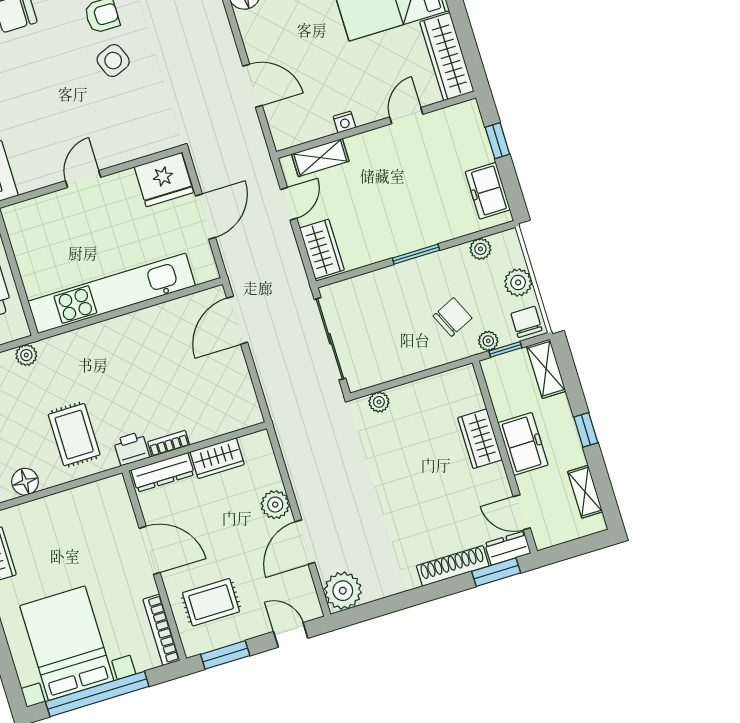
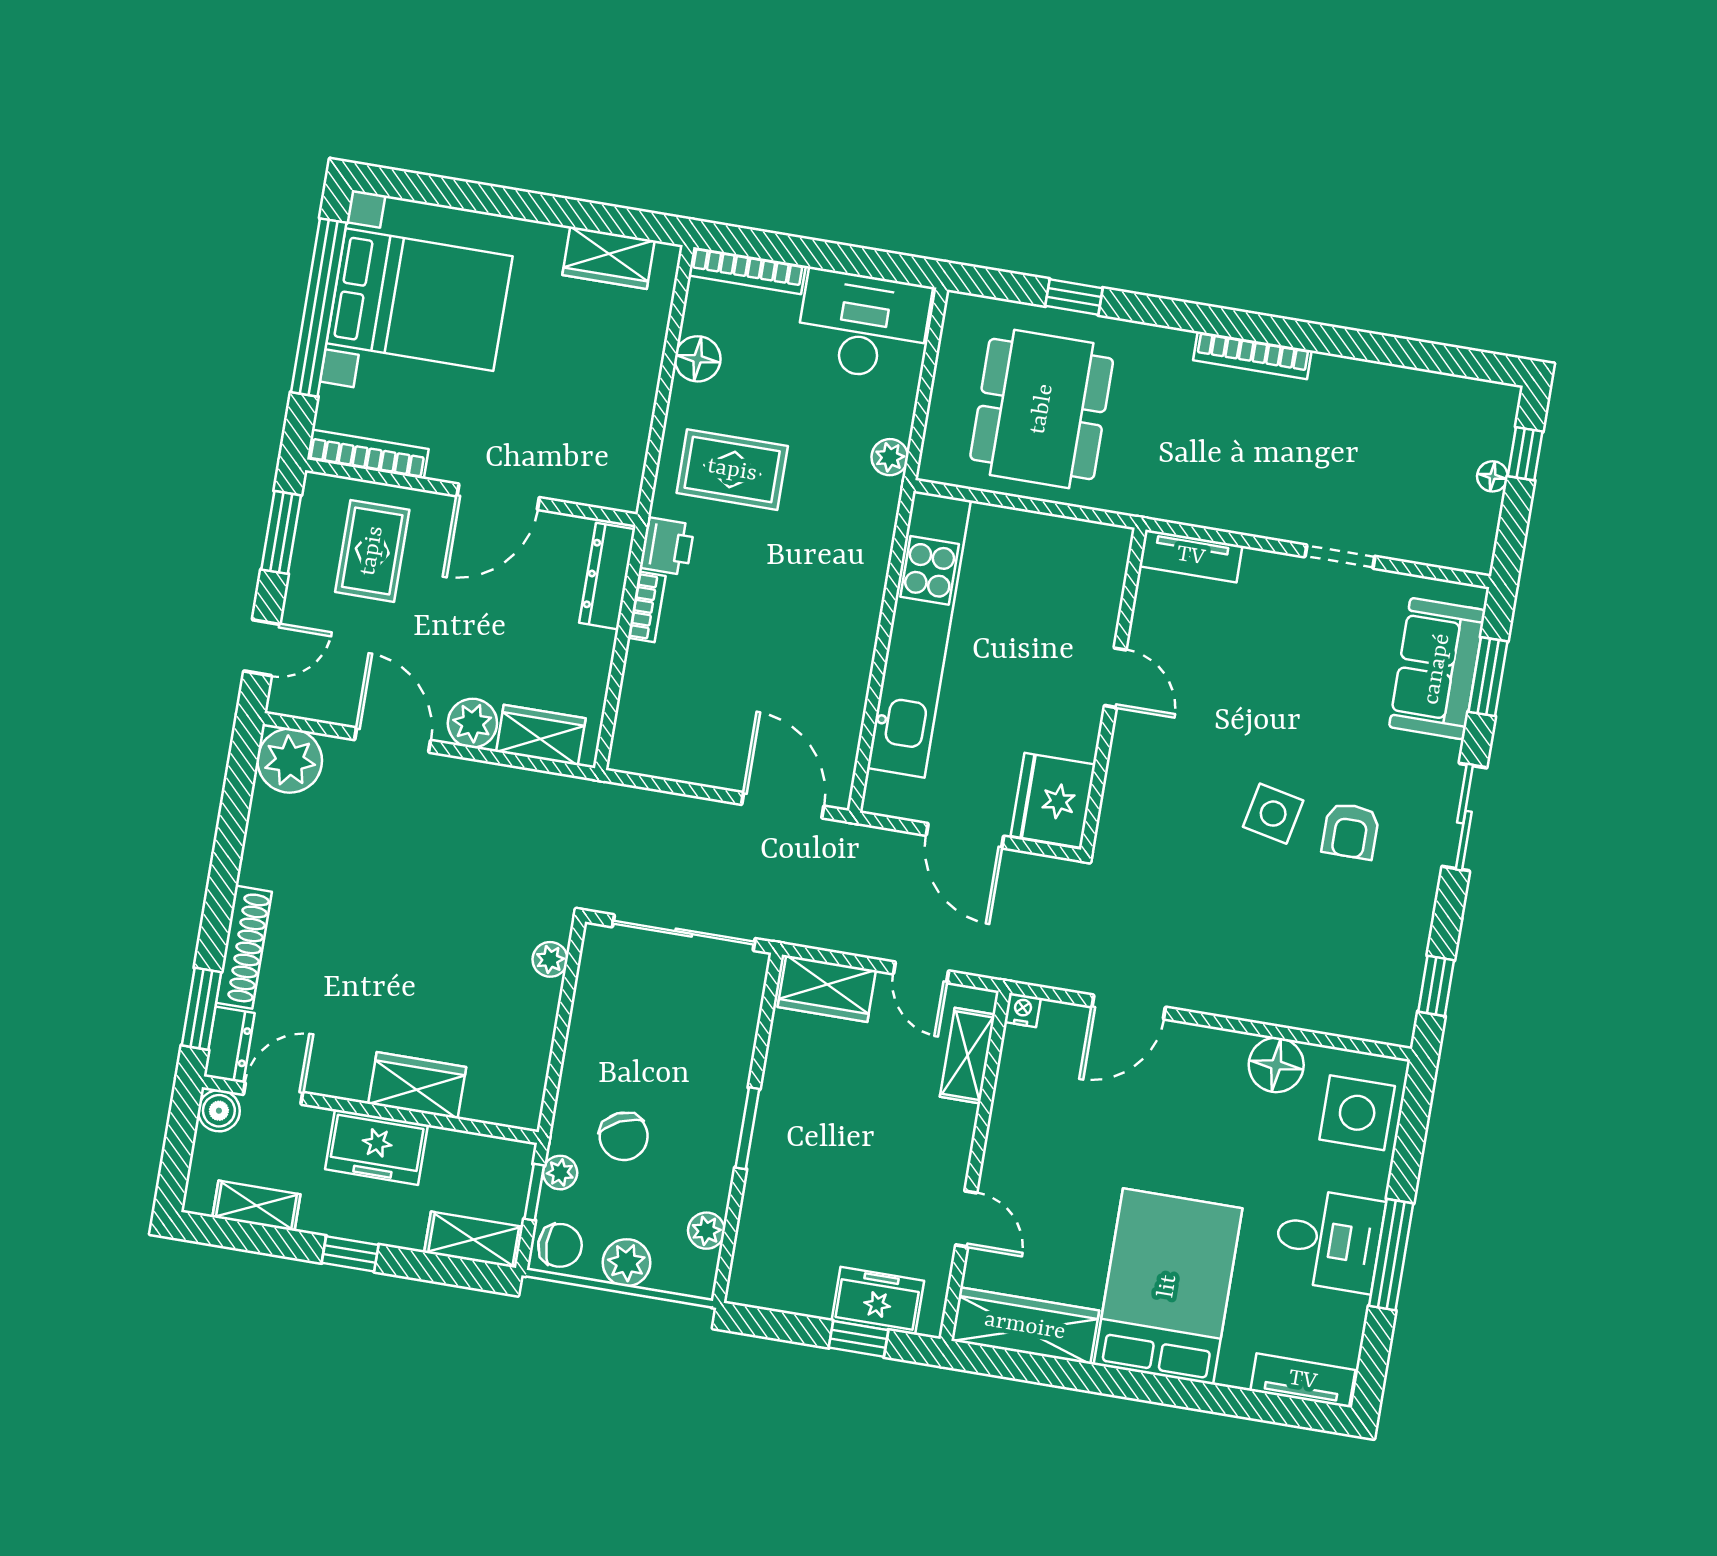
side table: (113, 61) -> (1273, 814), turned 34
nightstand: (344, 122) -> (1023, 1010), moved, turned 90
freezer: (488, 191) -> (878, 1301), moved
wardrobe: (217, 458) -> (541, 735), moved, turned 90
boiler: (545, 536) -> (219, 1111), added

